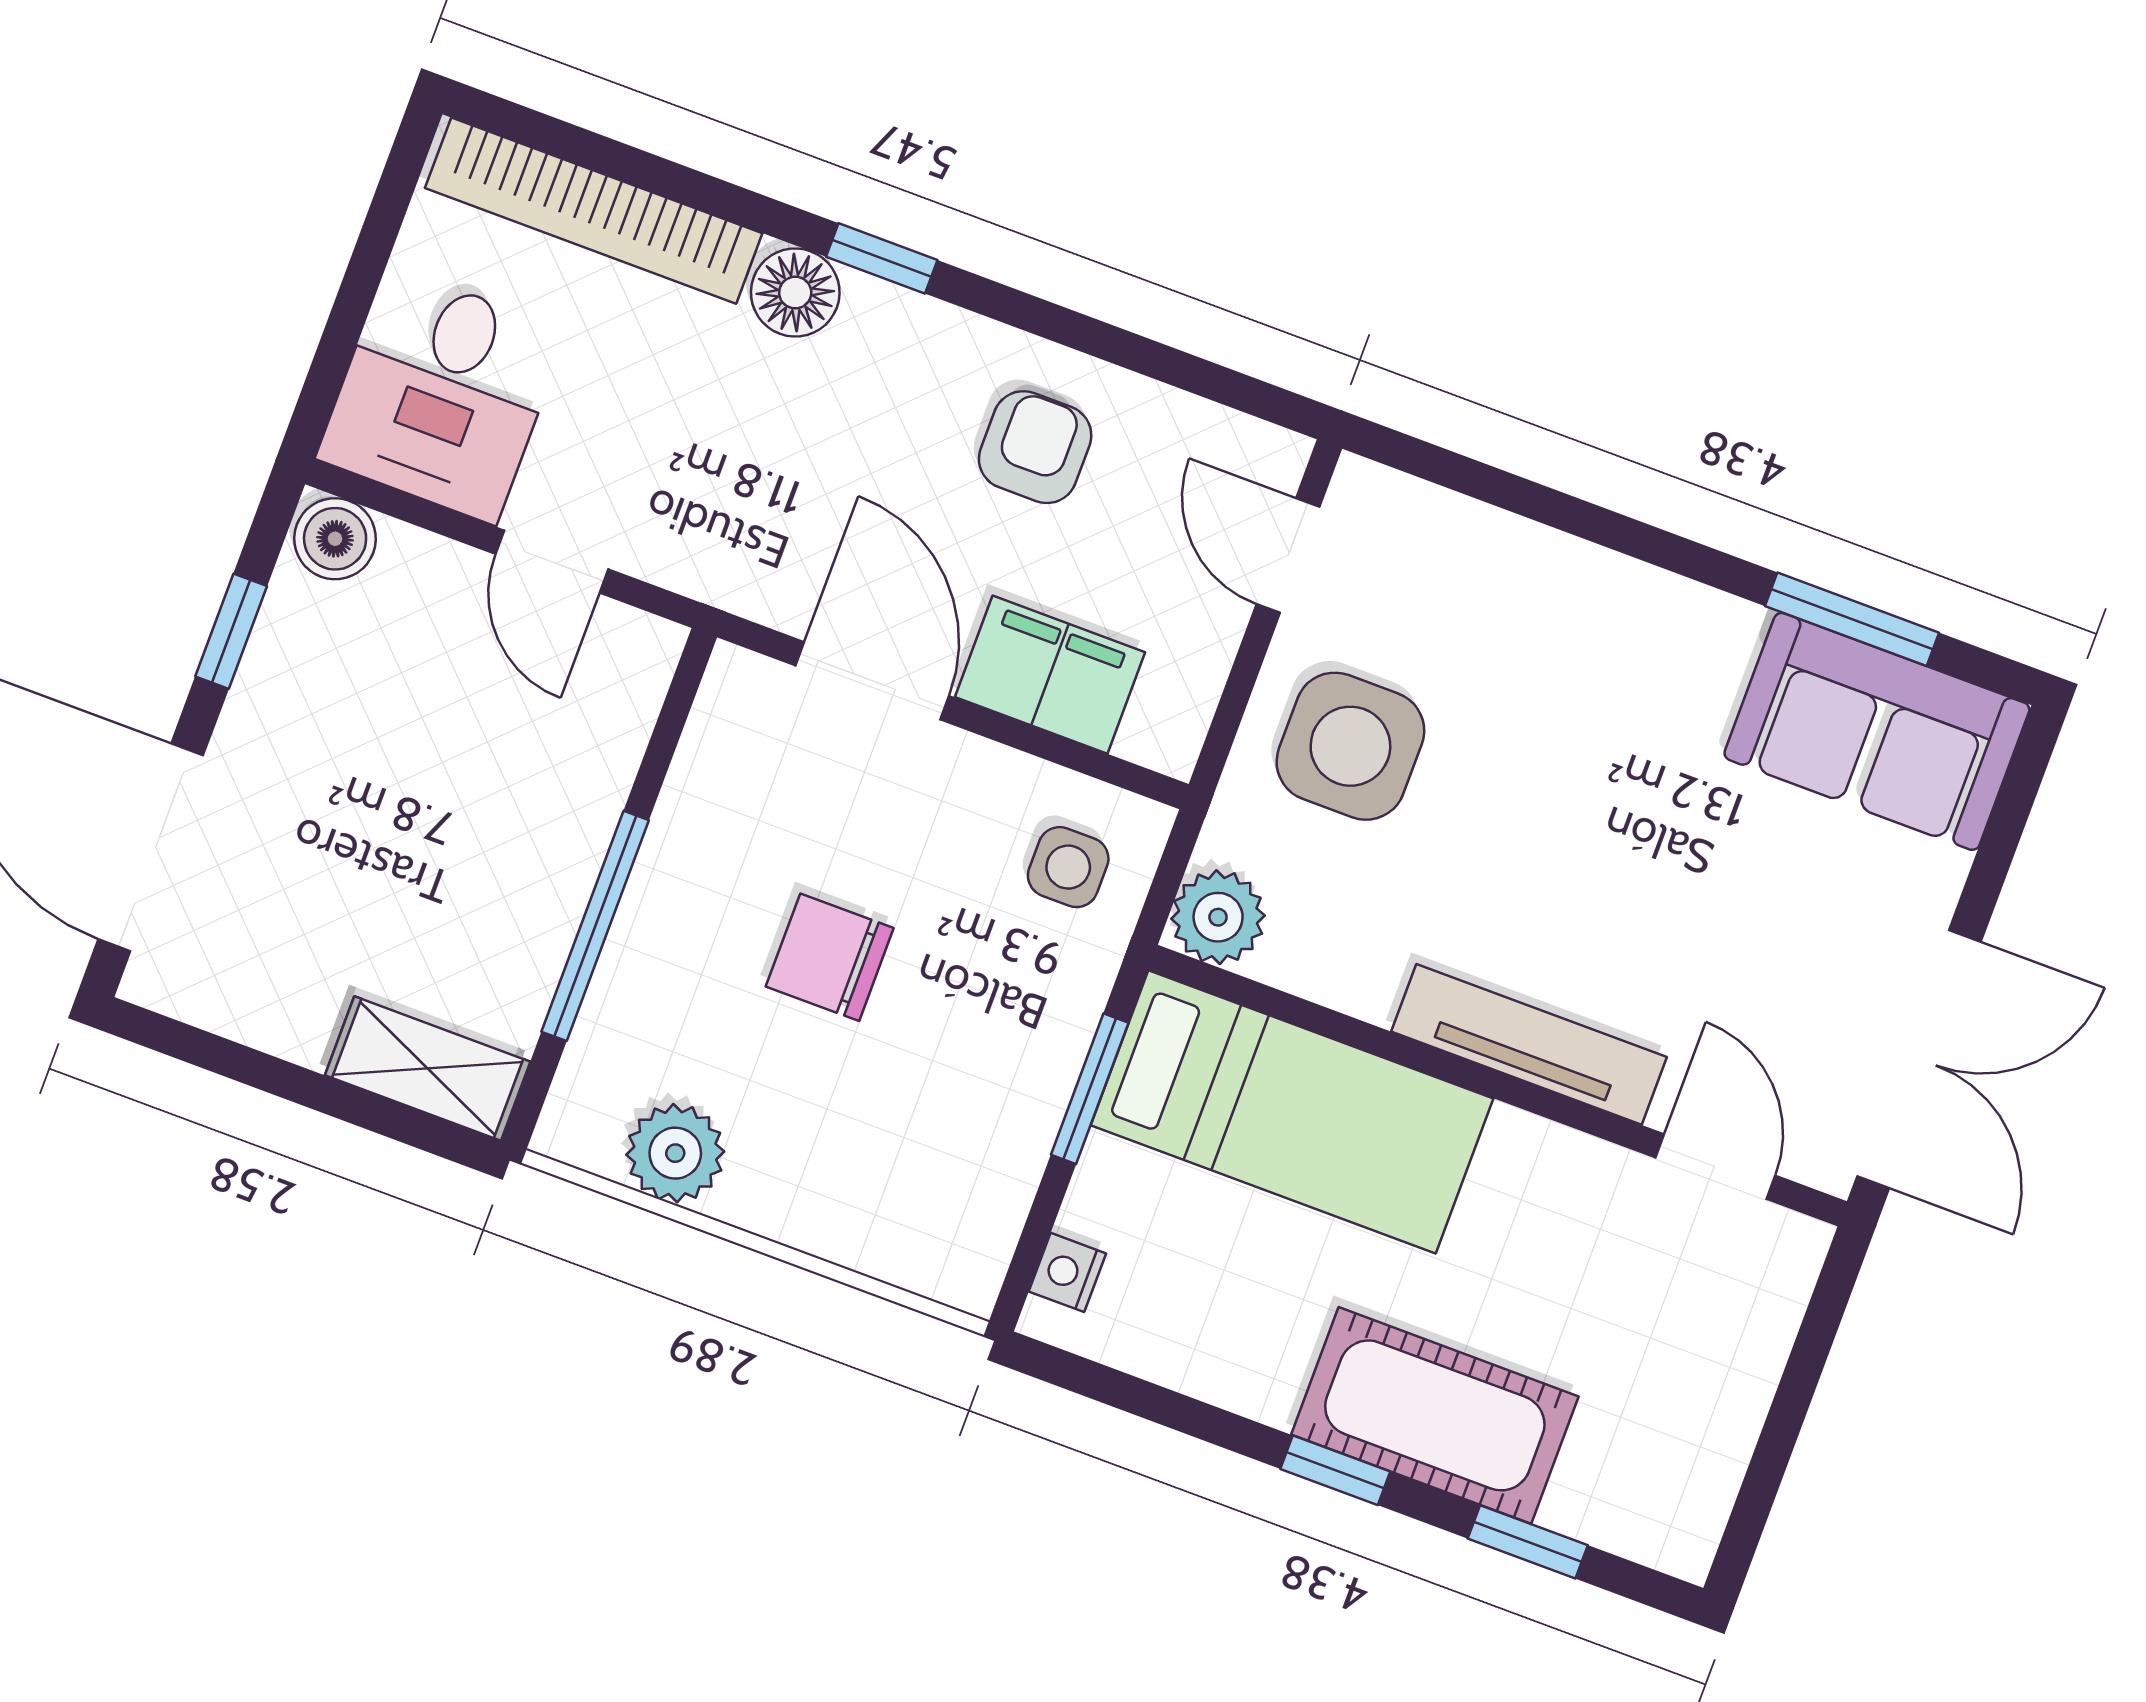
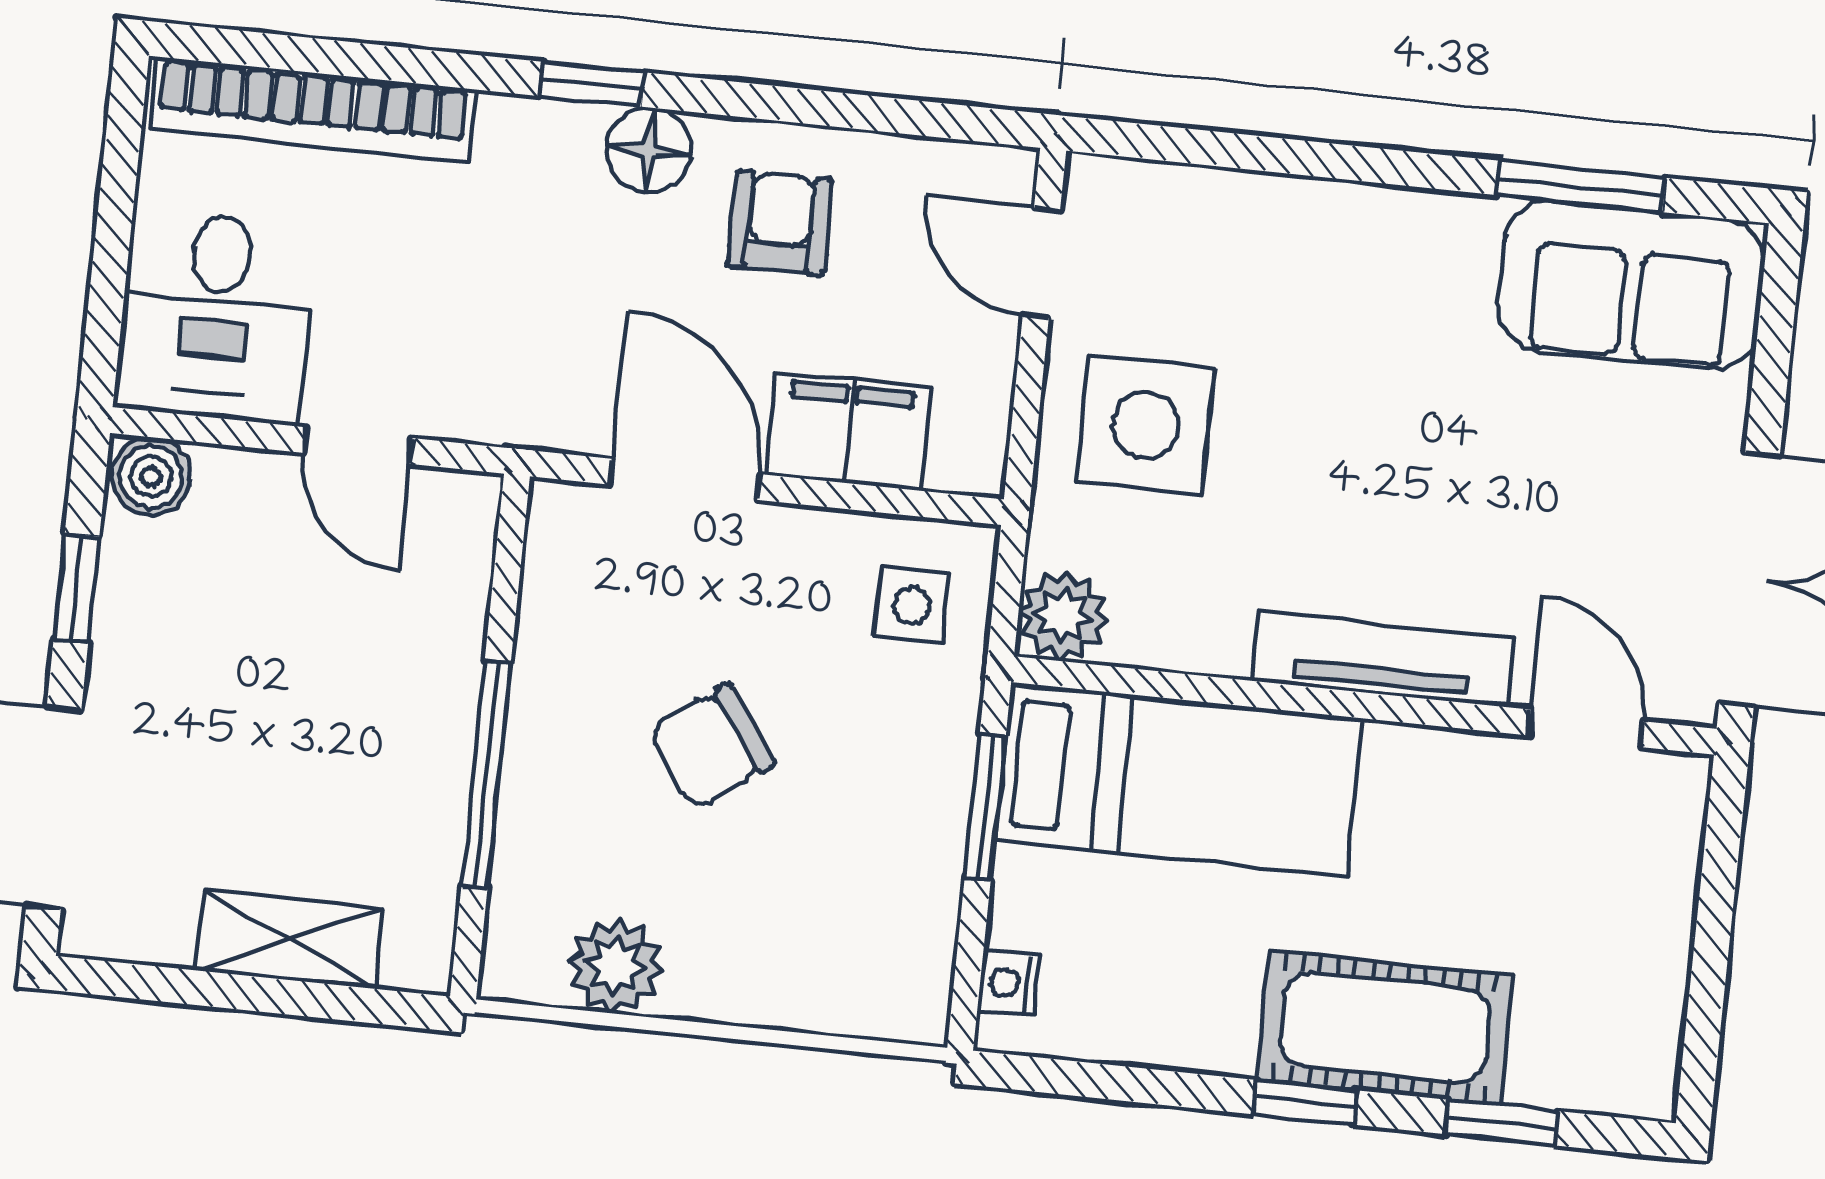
floor lamp: (795, 293) -> (649, 150), moved
chair: (830, 957) -> (712, 747), turned -35
shelving: (428, 1068) -> (290, 939), moved

